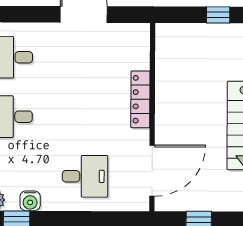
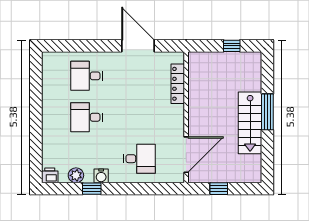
locker: (140, 99) -> (178, 84), moved

